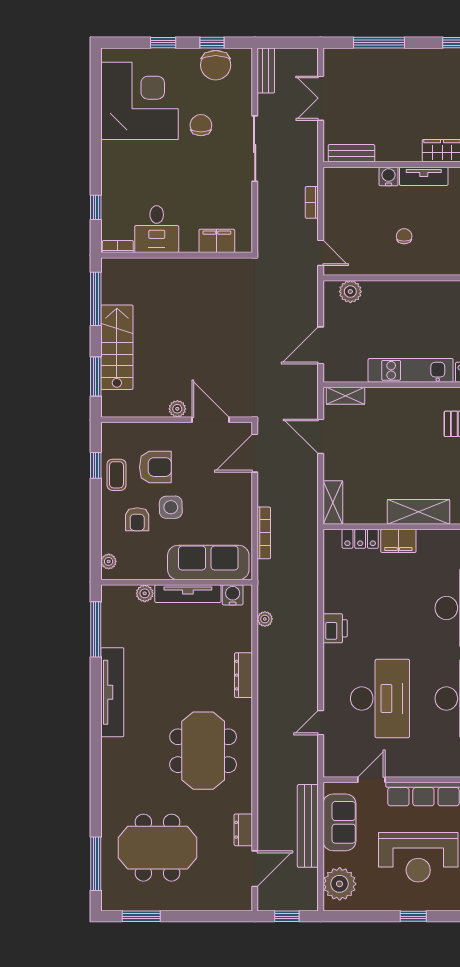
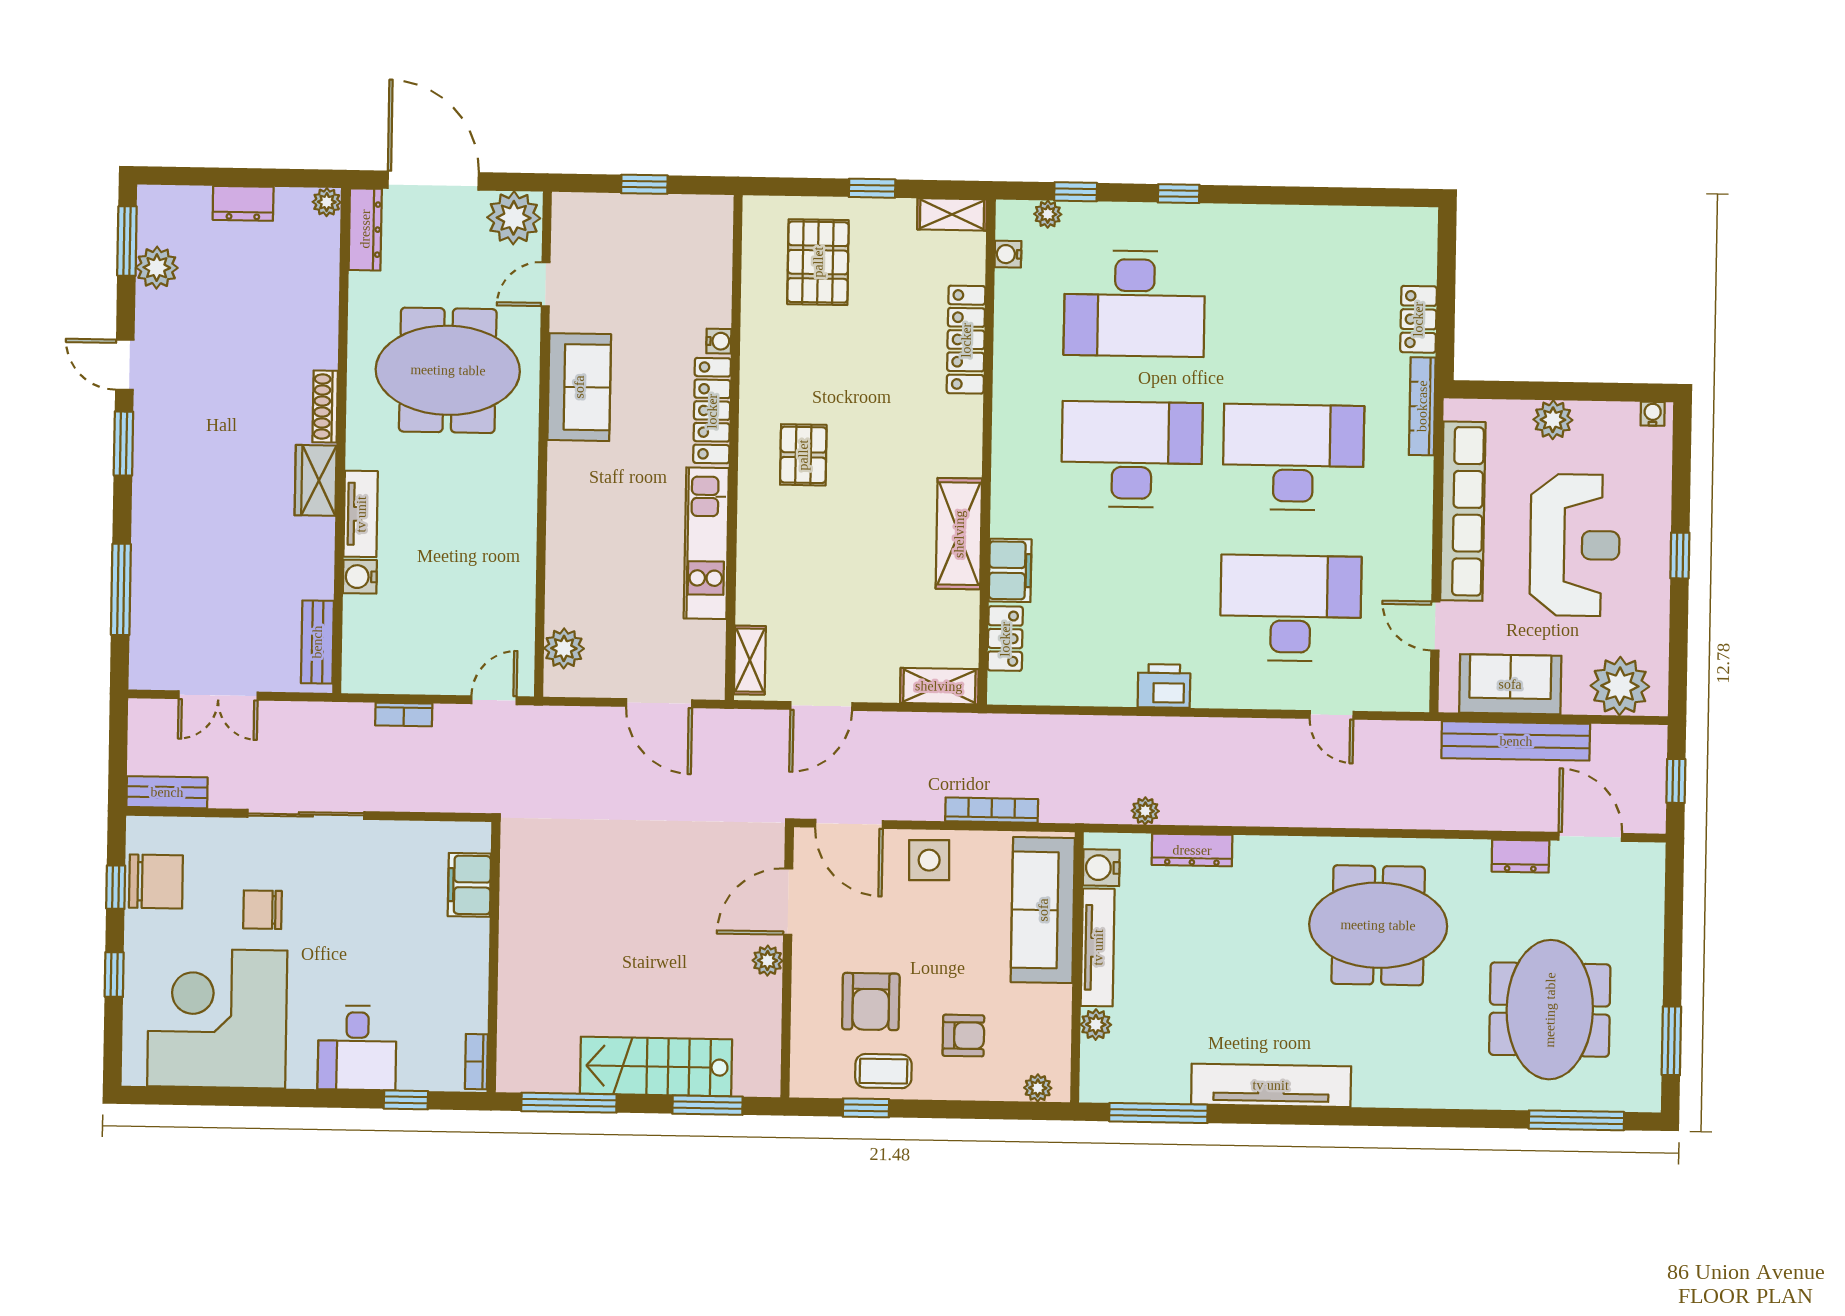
desk: (157, 229) -> (357, 1048), moved, turned 90
chair: (404, 236) -> (467, 551), removed
armchair: (155, 467) -> (871, 1002), turned 180
side table: (171, 507) -> (929, 860), moved
dresser: (243, 675) -> (1192, 850), moved

